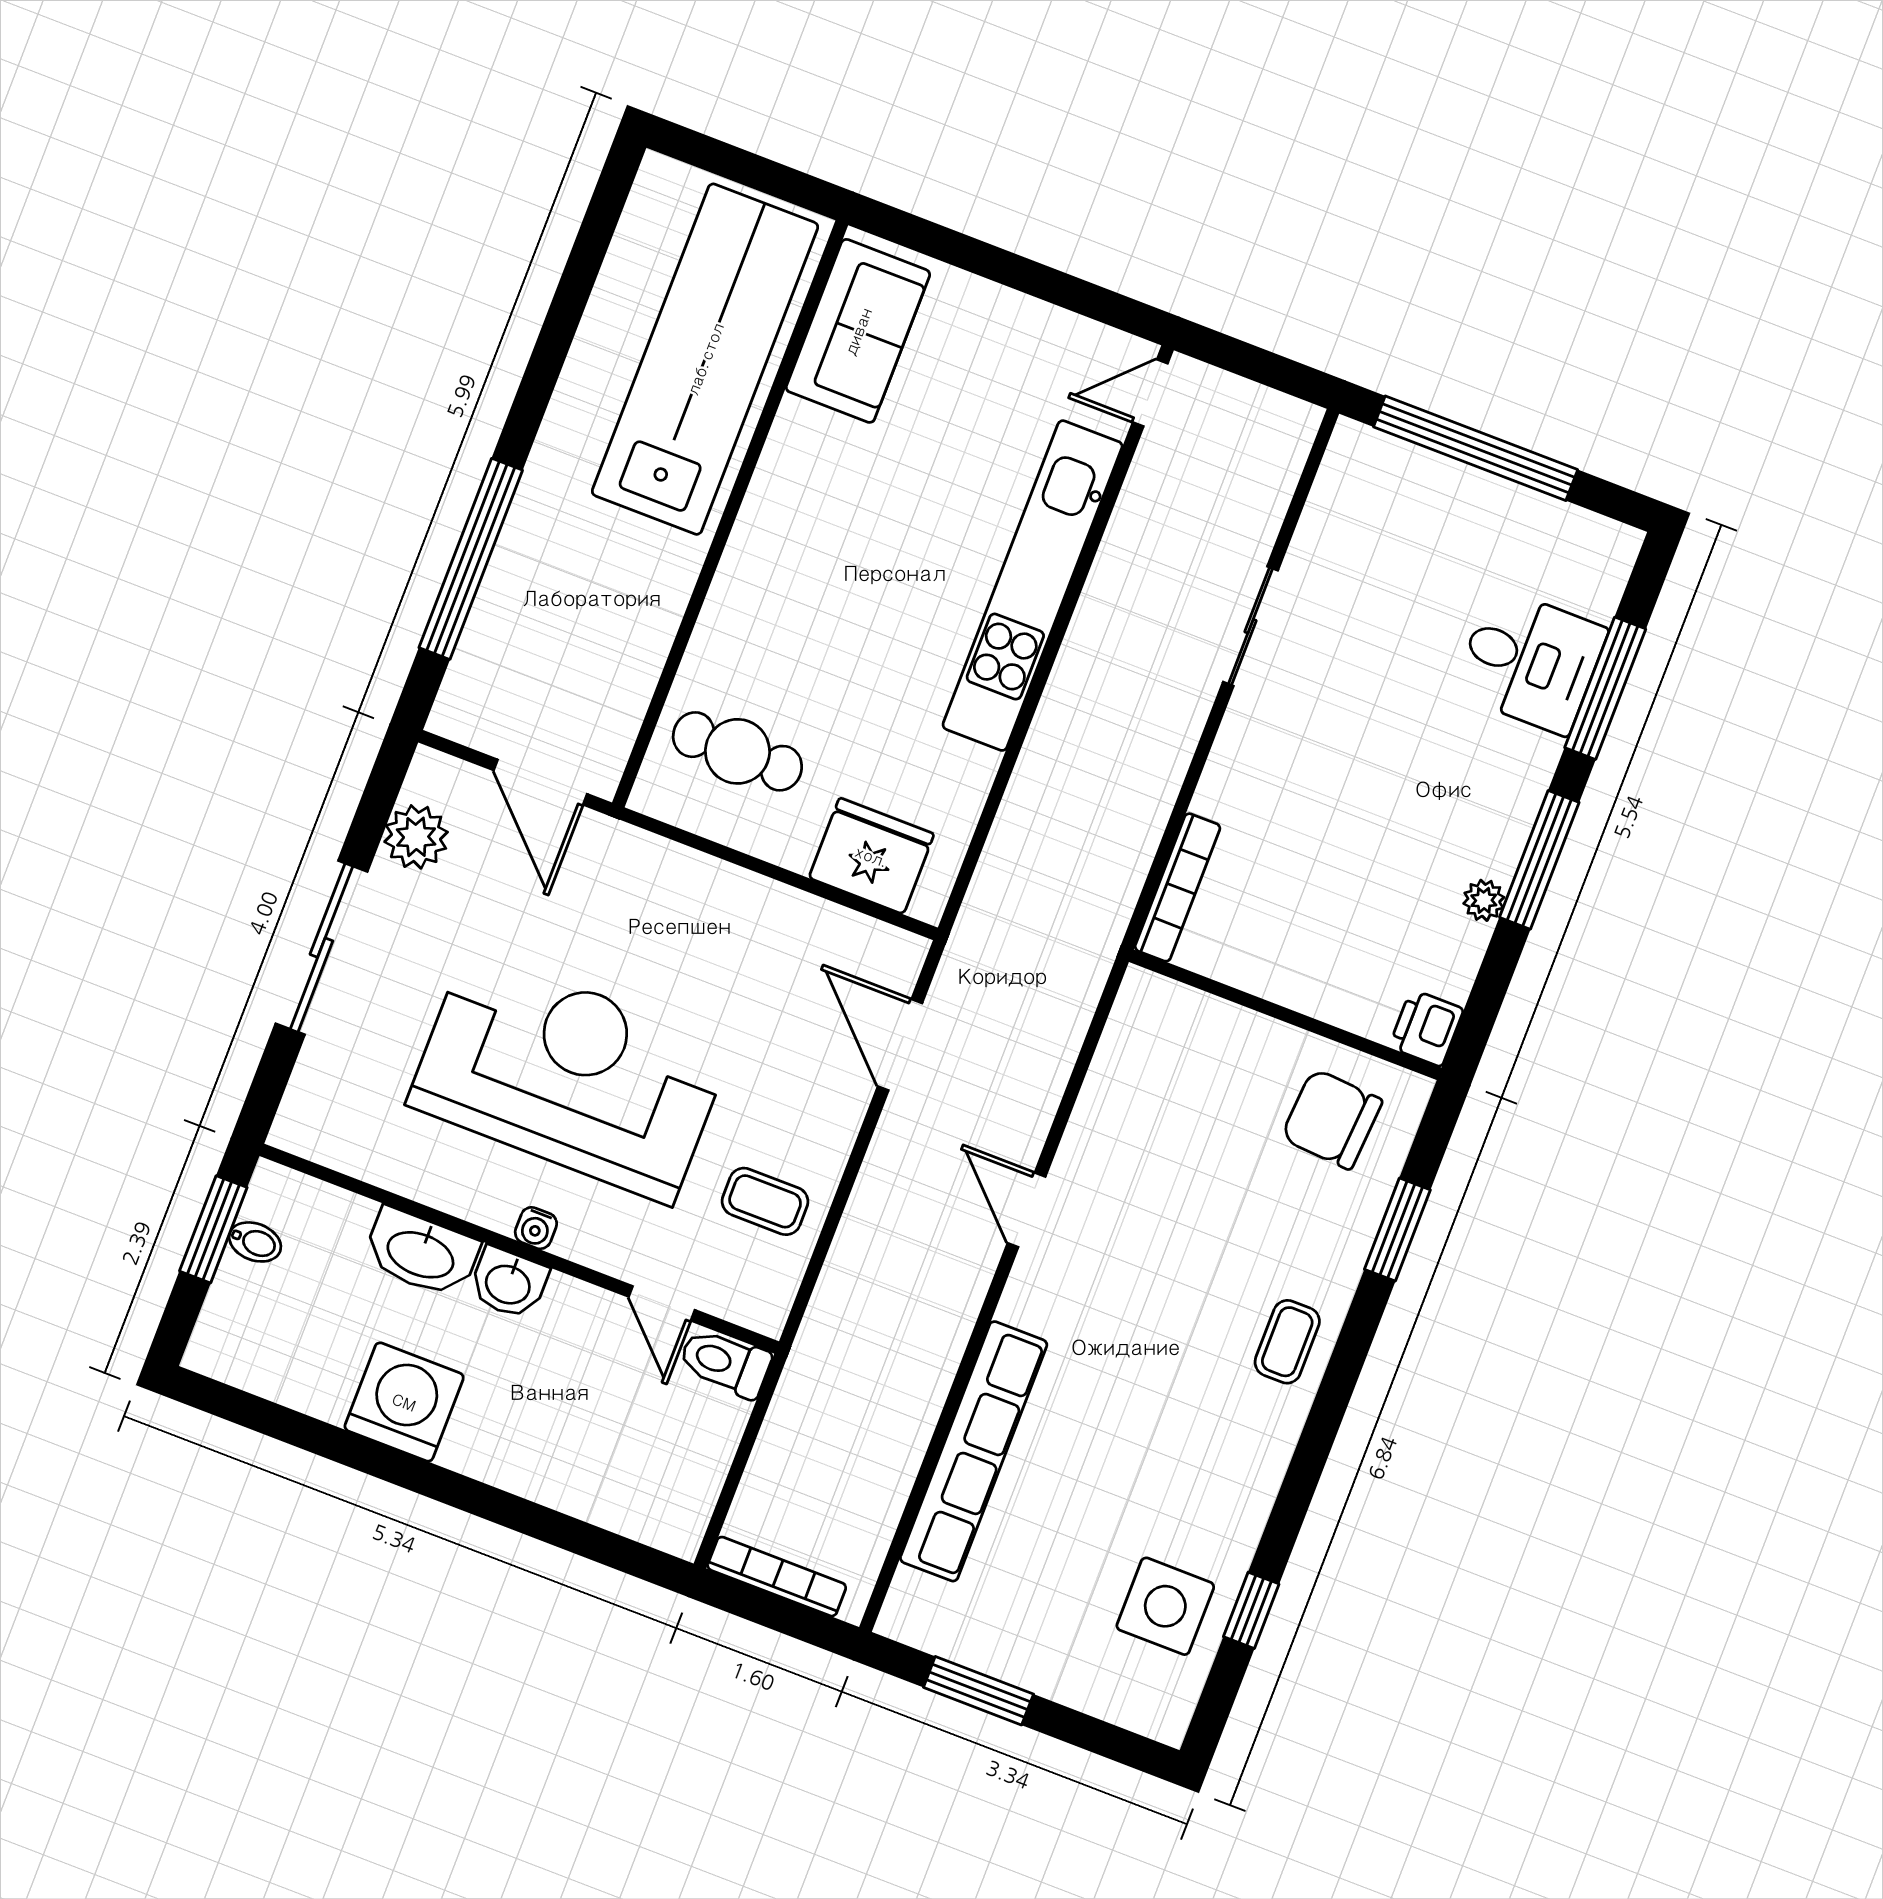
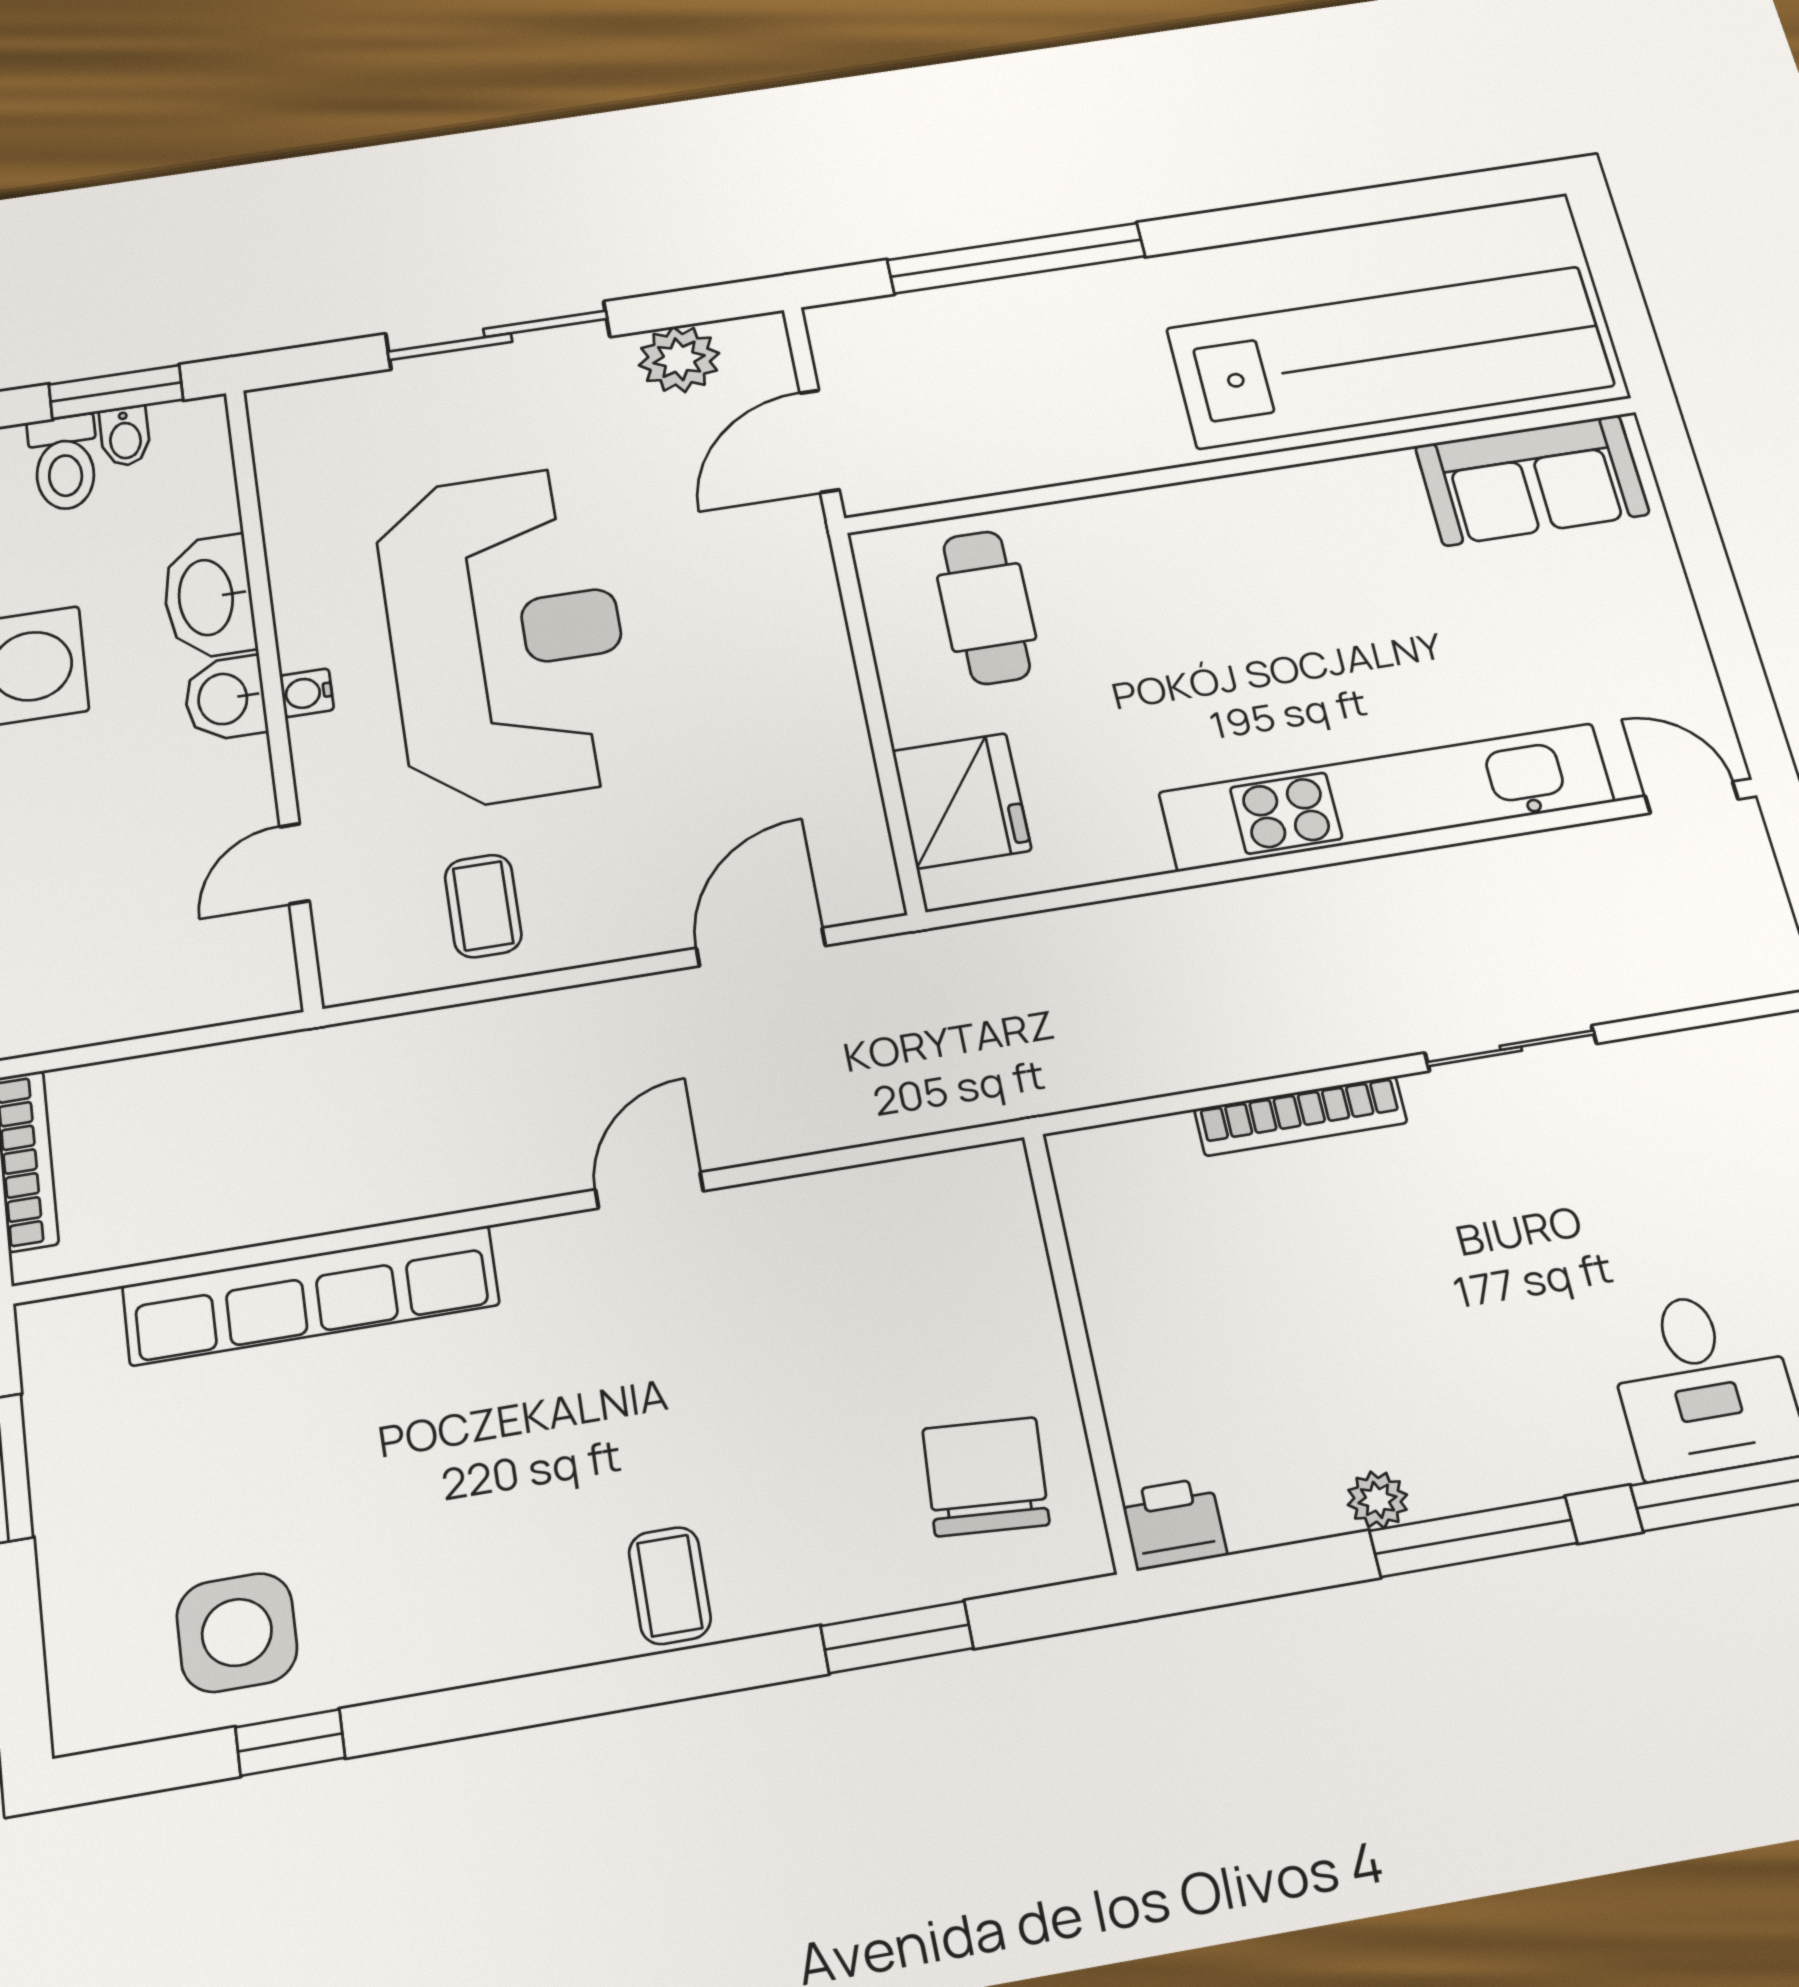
bookcase: (1177, 887) -> (1301, 1116), moved
coffee table: (1287, 1342) -> (670, 1585), turned 90
toilet: (725, 1363) -> (64, 463), moved, turned 180

